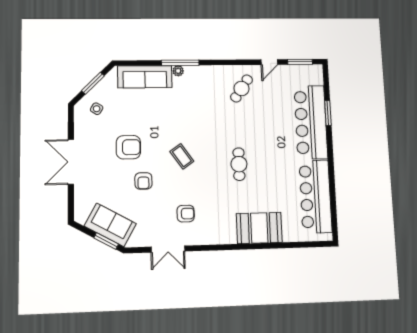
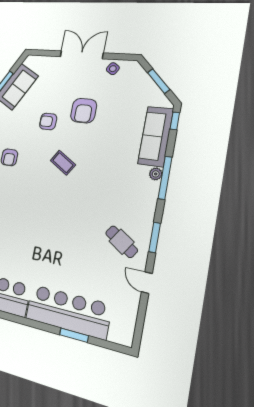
window: (300, 62) -> (155, 237), moved
window: (129, 63) -> (175, 121), added
side table: (97, 109) -> (113, 69), moved
coffee table: (182, 156) -> (63, 163), turned 67
cafe table: (239, 164) -> (42, 220), removed

